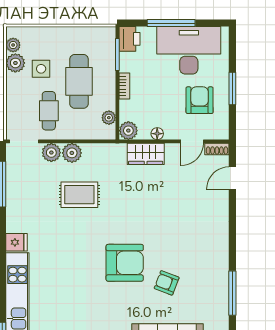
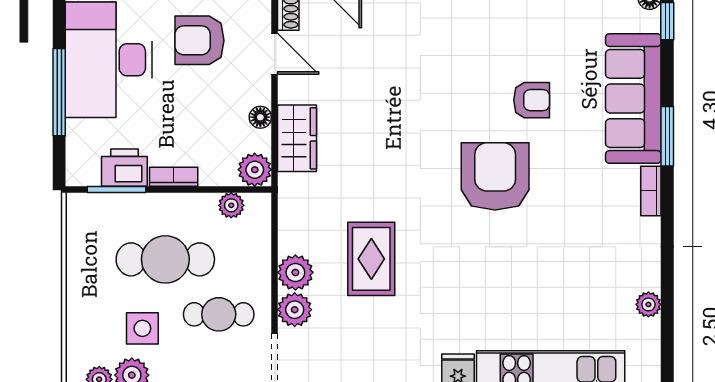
printer: (130, 39) -> (124, 168), moved
armchair: (167, 283) -> (532, 100), turned -111

